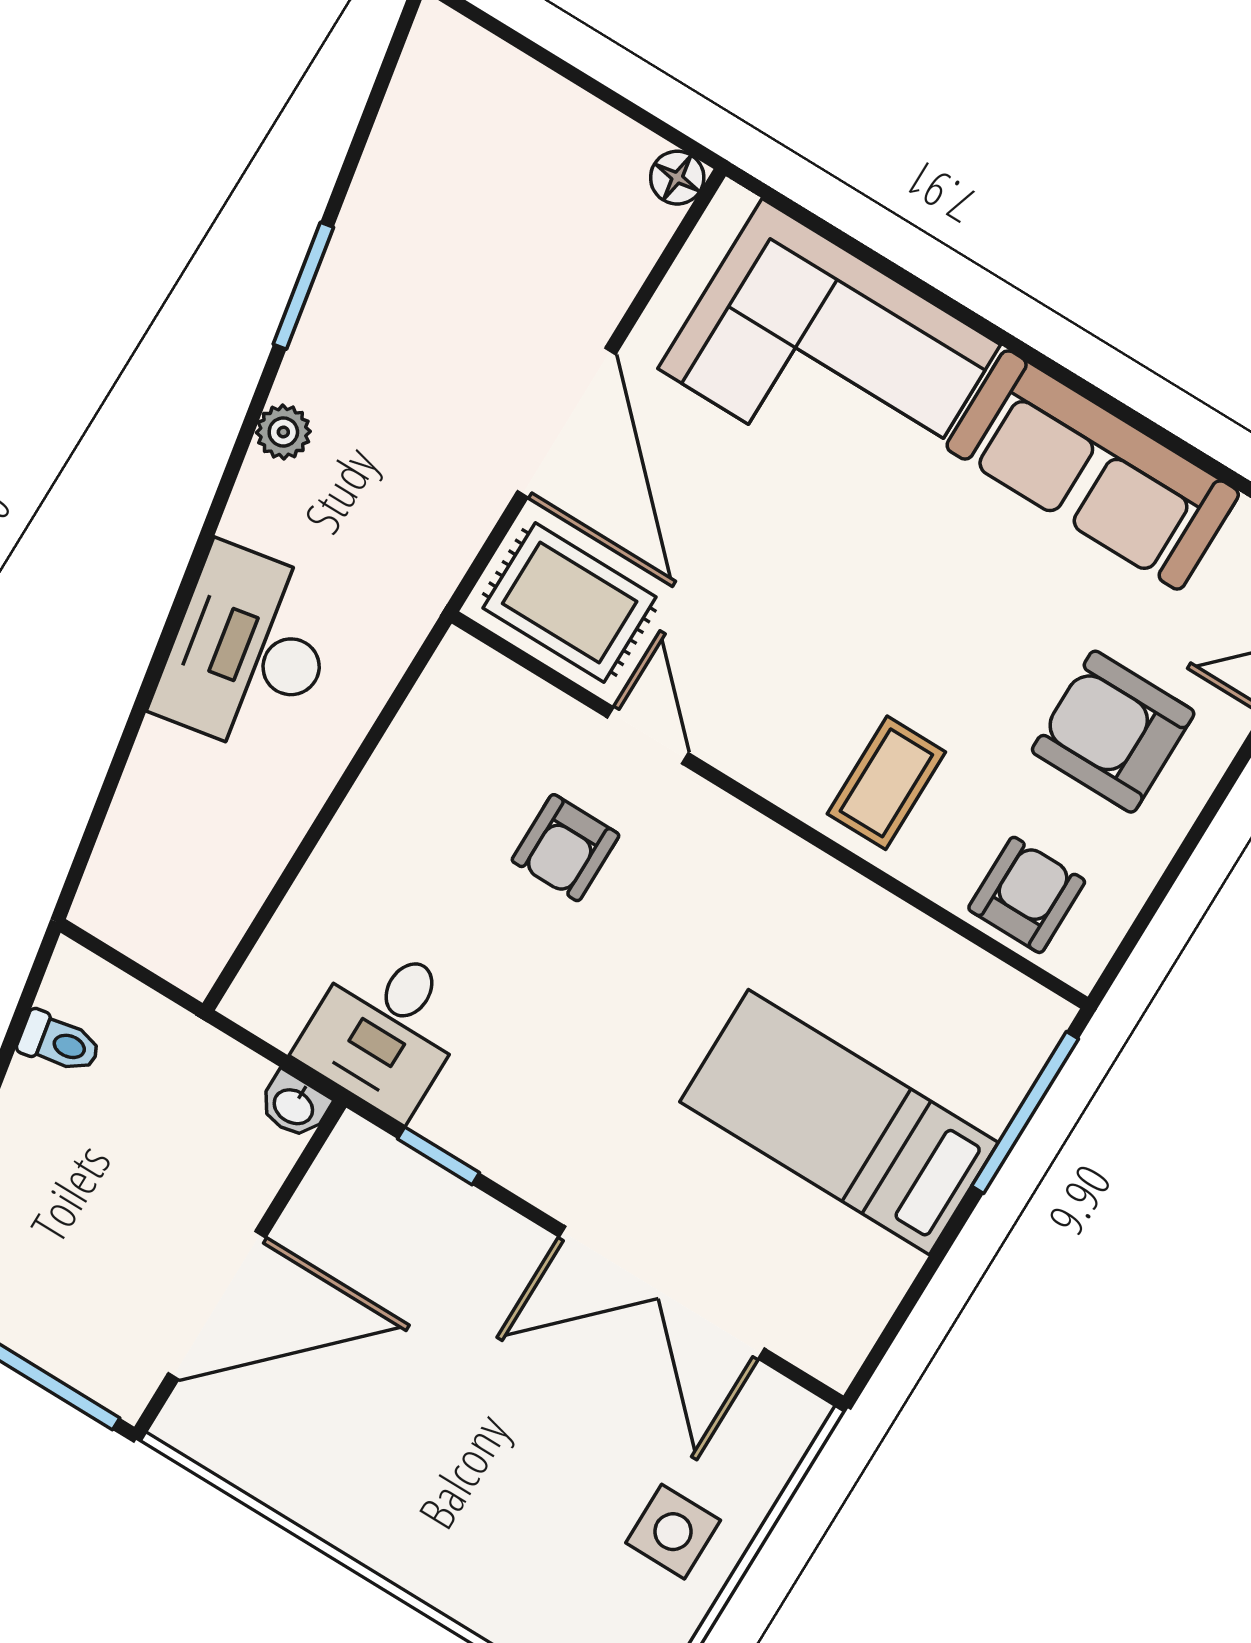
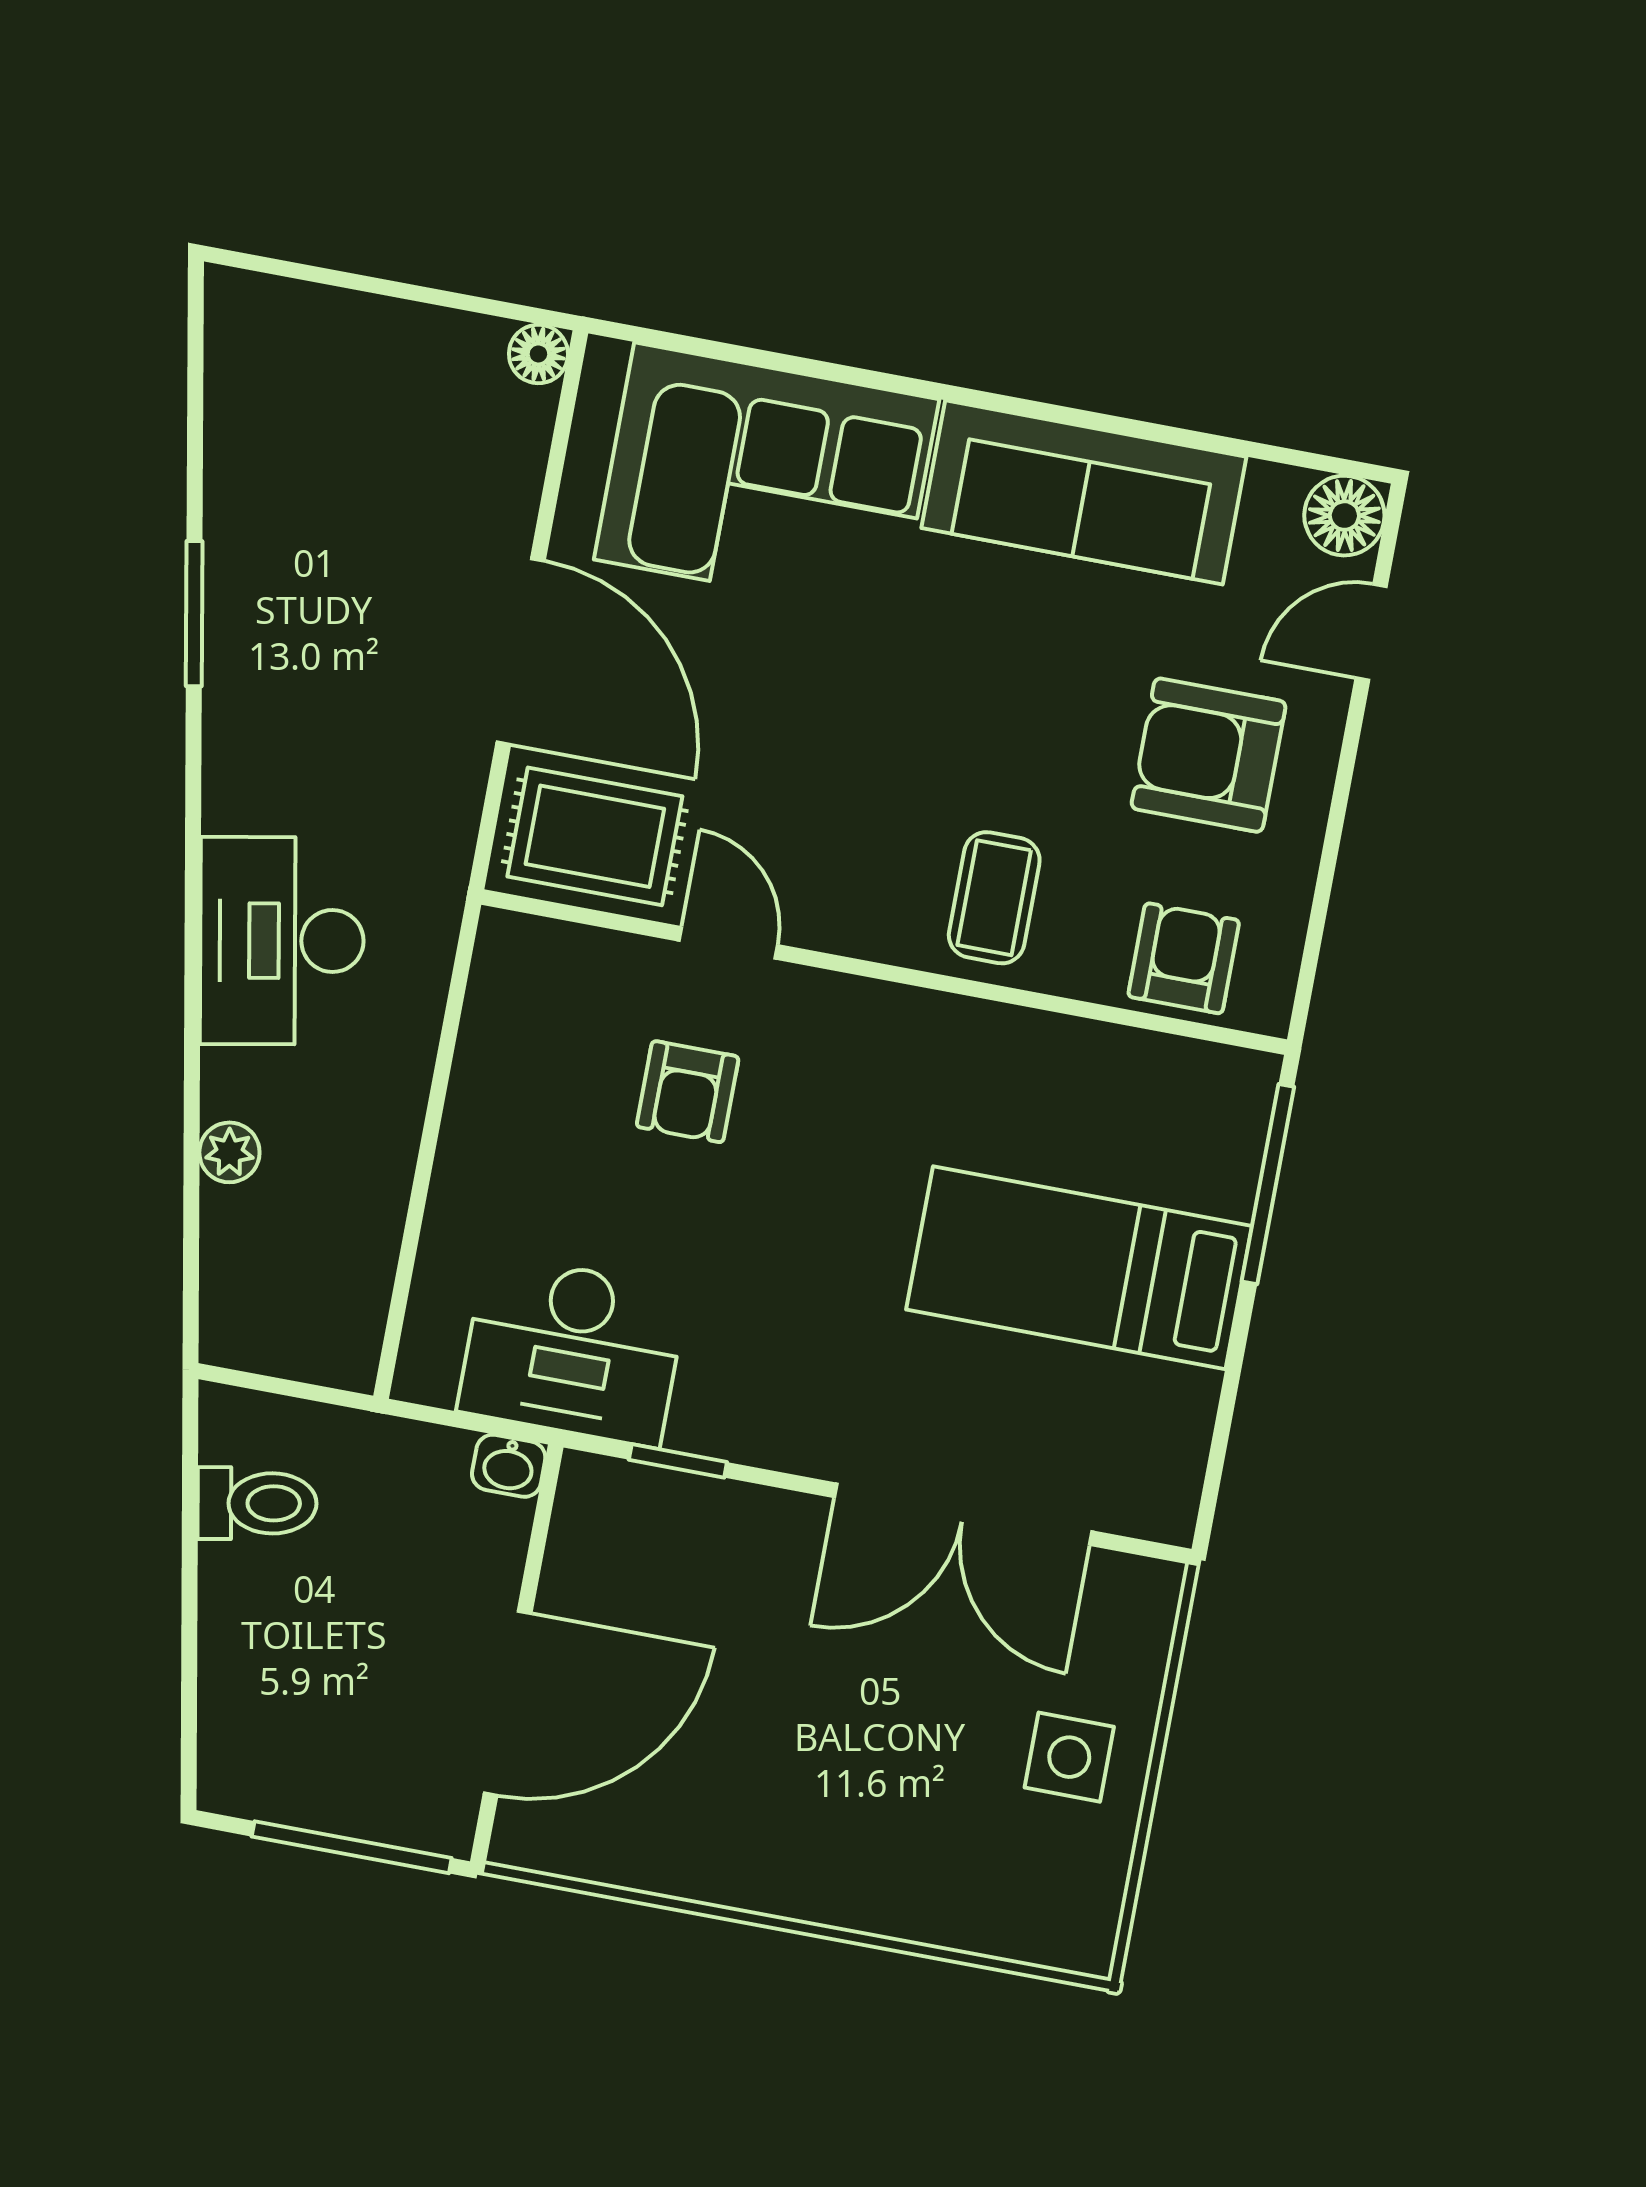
plant: (283, 432) -> (229, 1152), moved
desk: (249, 650) -> (282, 941), moved
desk: (385, 1029) -> (573, 1350), width x1.37
toilet: (59, 1043) -> (257, 1503), width x1.37, depth x1.39

